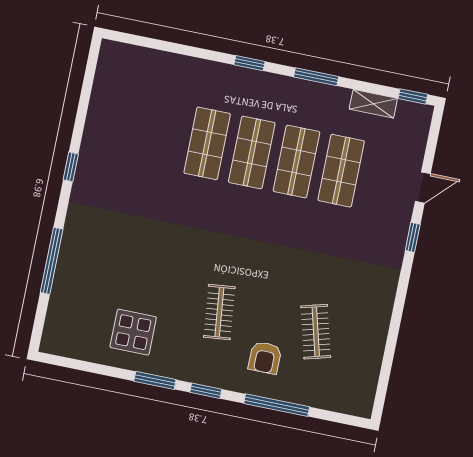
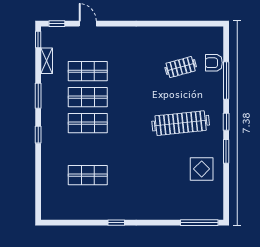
shop shelf: (207, 143) -> (88, 175), moved
window: (413, 237) -> (57, 24), moved
window: (52, 261) -> (199, 223), moved
clothes rail: (219, 312) -> (181, 123), width x1.86, depth x1.31
armchair: (265, 358) -> (214, 63), moved, turned 180

